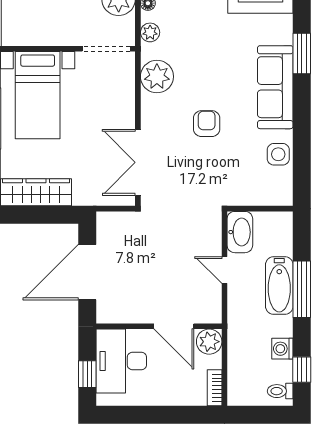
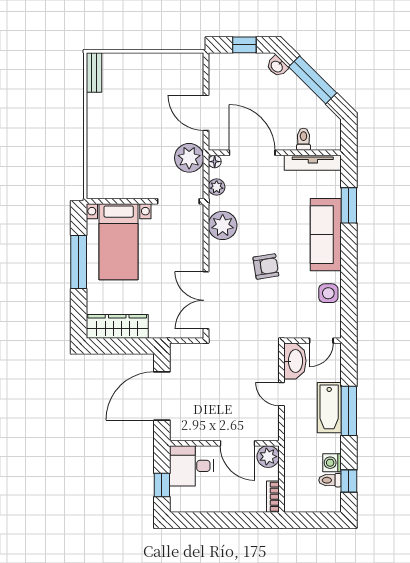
armchair: (207, 124) -> (266, 266), turned 81
door: (270, 209) -> (321, 341), added
desk: (121, 361) -> (192, 466), width x0.73
toilet: (280, 391) -> (330, 480), moved

